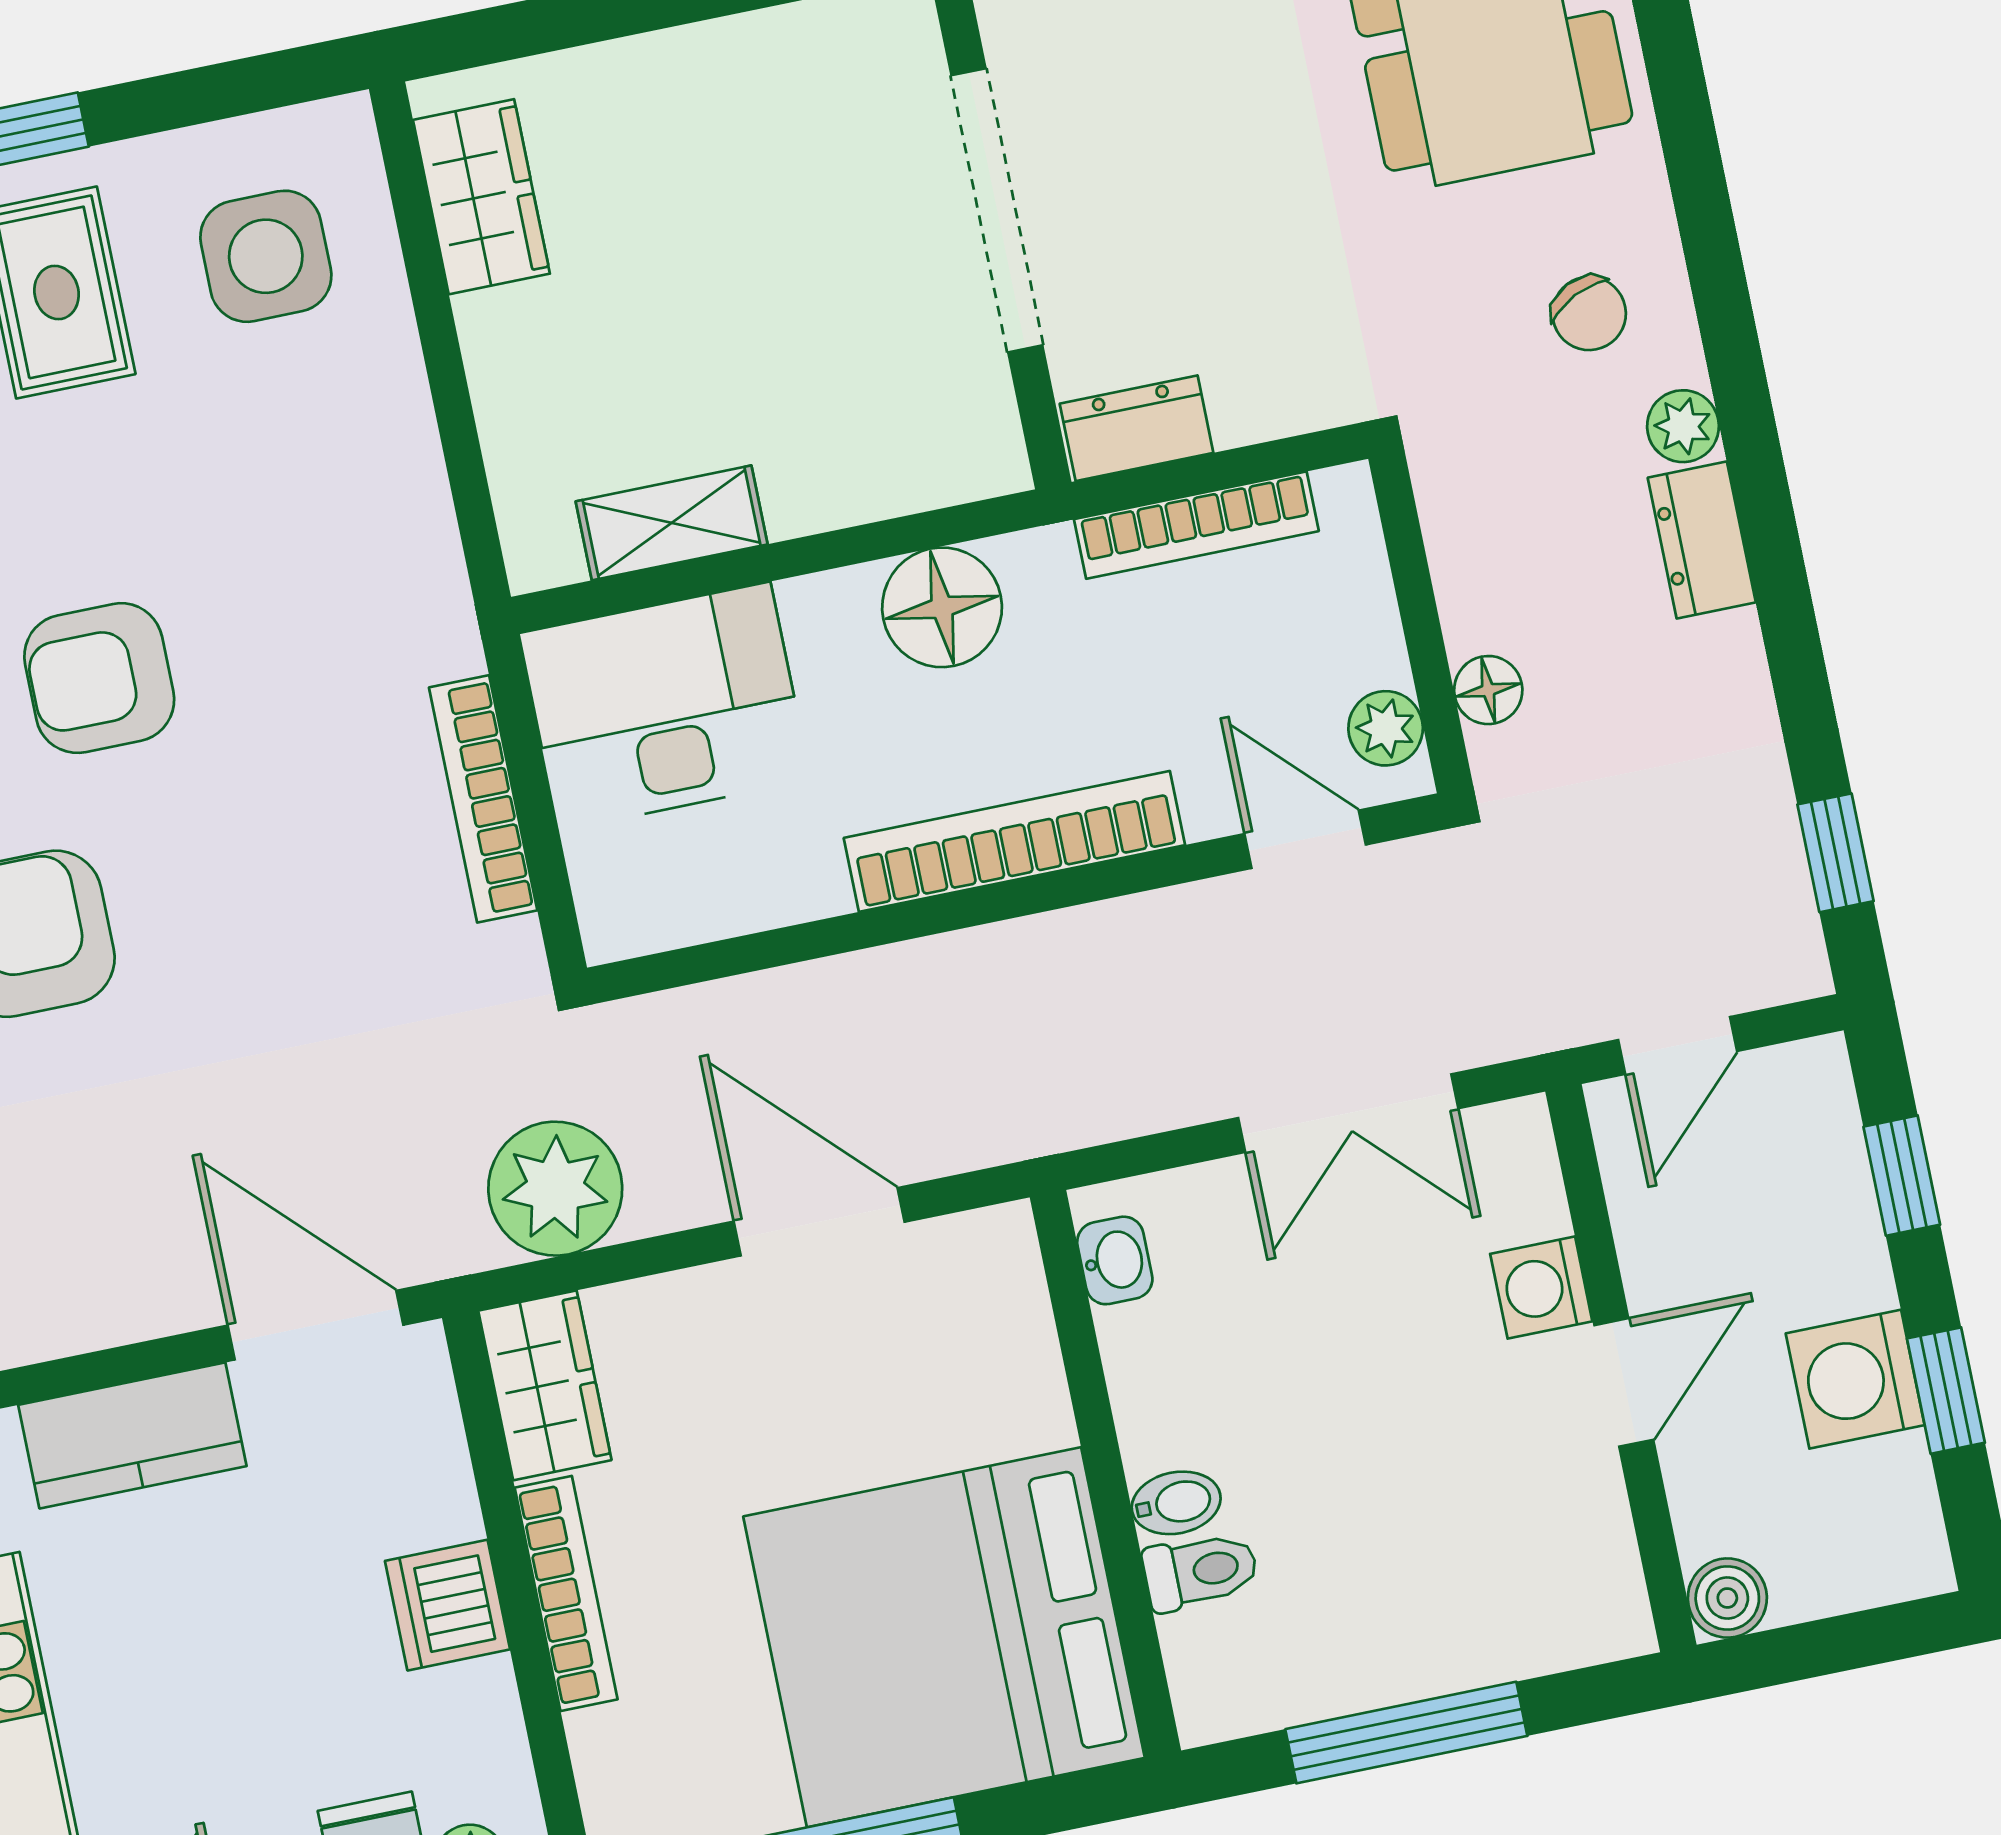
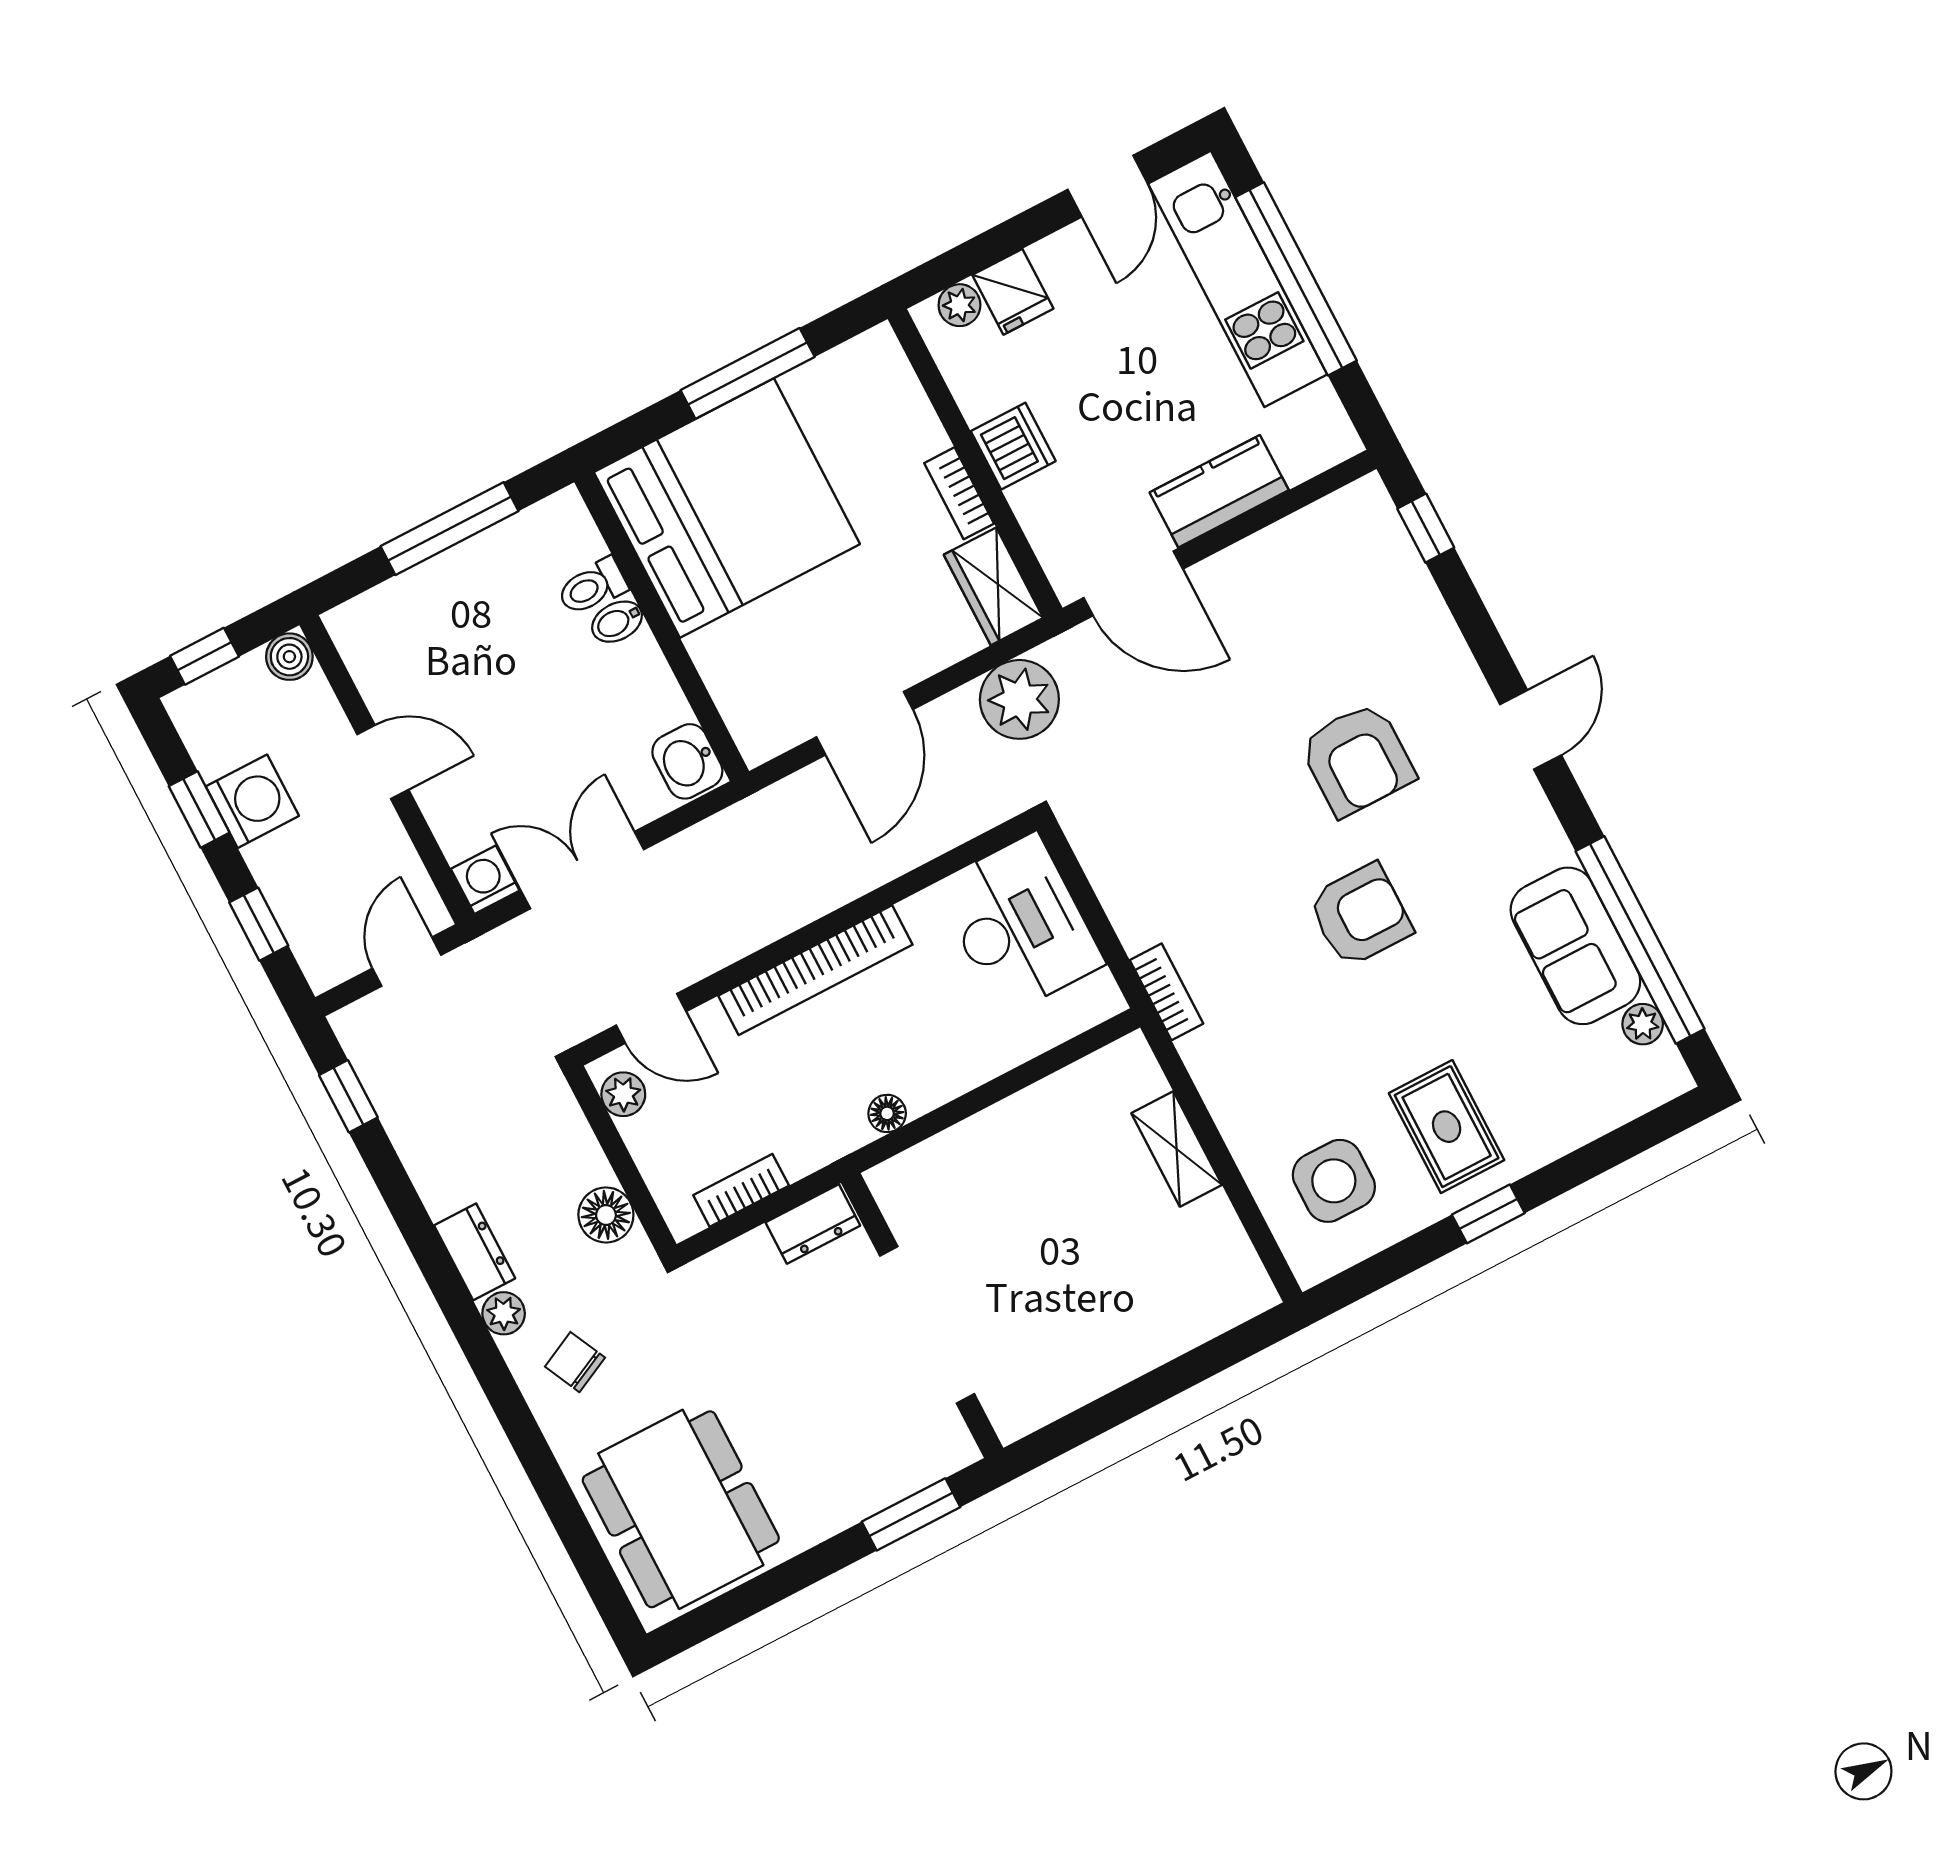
wardrobe: (481, 197) -> (1221, 1249), removed
shelving: (672, 523) -> (1177, 1149), moved, turned 90
bookcase: (1196, 525) -> (741, 1190), width x0.64
floor lamp: (942, 607) -> (887, 1113), width x0.53, depth x0.53
floor lamp: (1488, 690) -> (606, 1215), moved, width x1.37, depth x1.37
desk: (665, 706) -> (1019, 924), moved, turned -90
bookcase: (483, 799) -> (1166, 992), moved, width x0.64
door: (819, 1222) -> (865, 723), hinge flipped
washbasin: (1115, 1260) -> (687, 761), width x1.38, depth x1.45
washing machine: (1541, 1288) -> (485, 880), moved, turned -90
door: (1624, 1382) -> (383, 762), swing flipped
bookcase: (566, 1593) -> (959, 493), width x0.64
window: (1866, 1638) -> (204, 656), added

